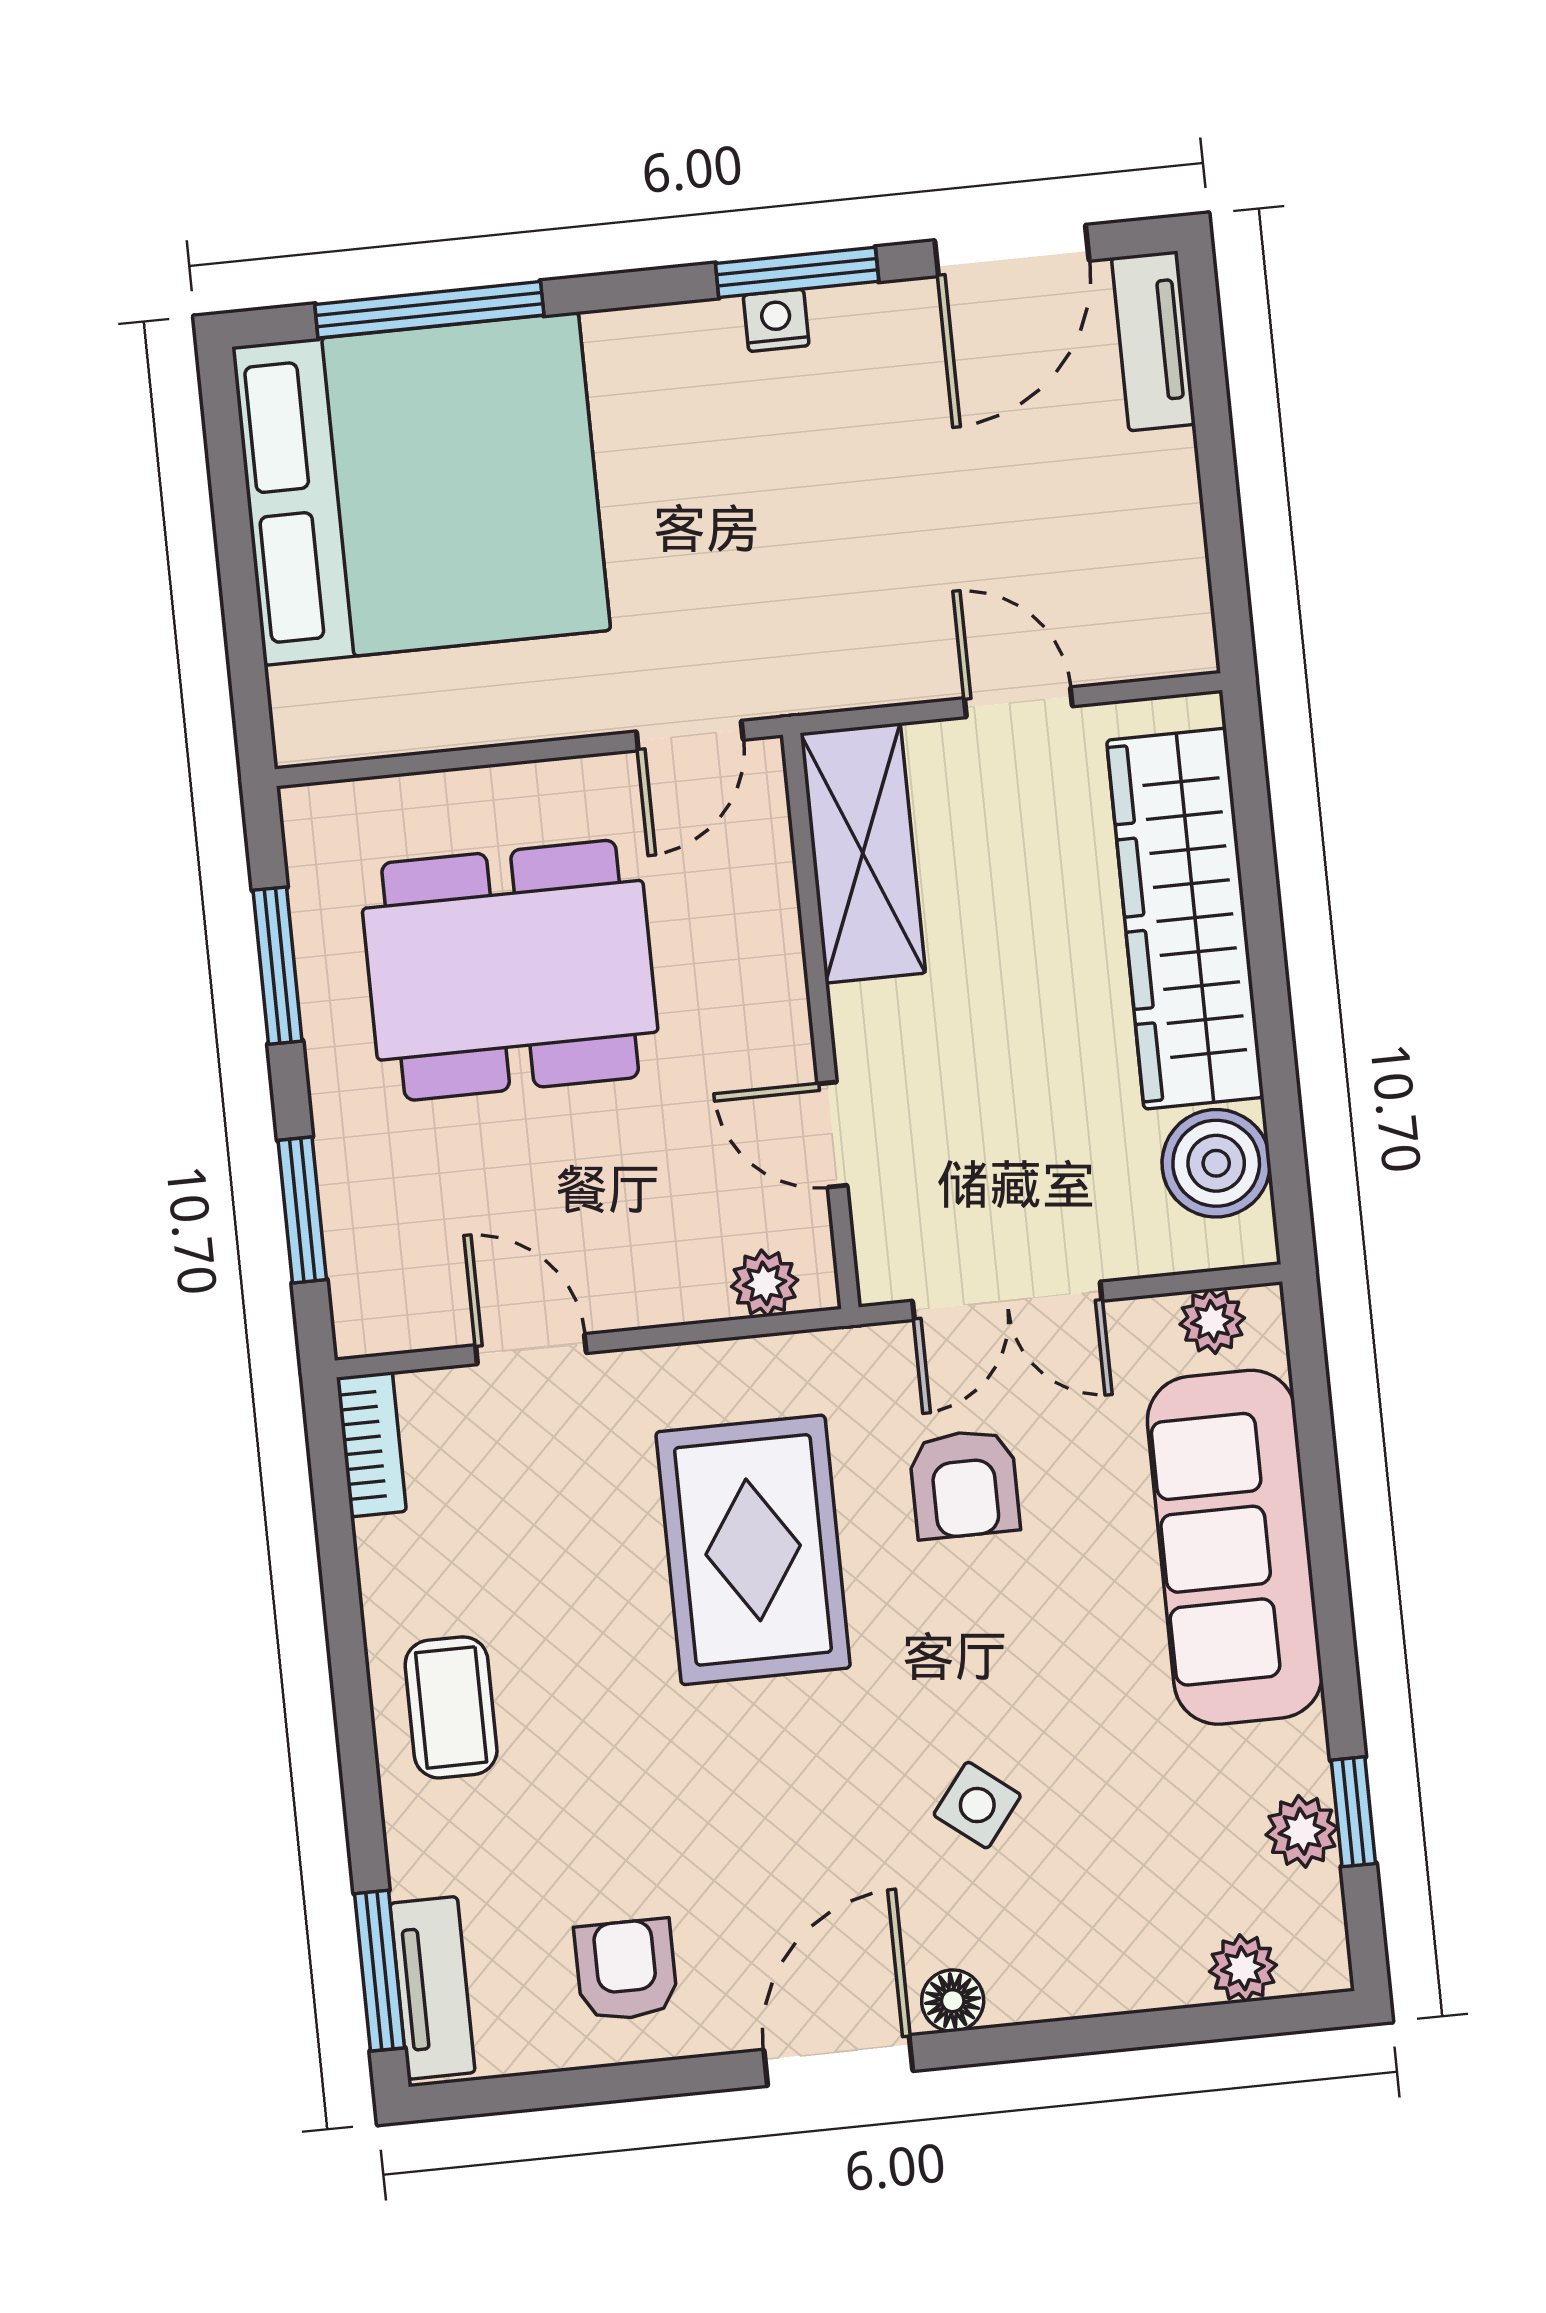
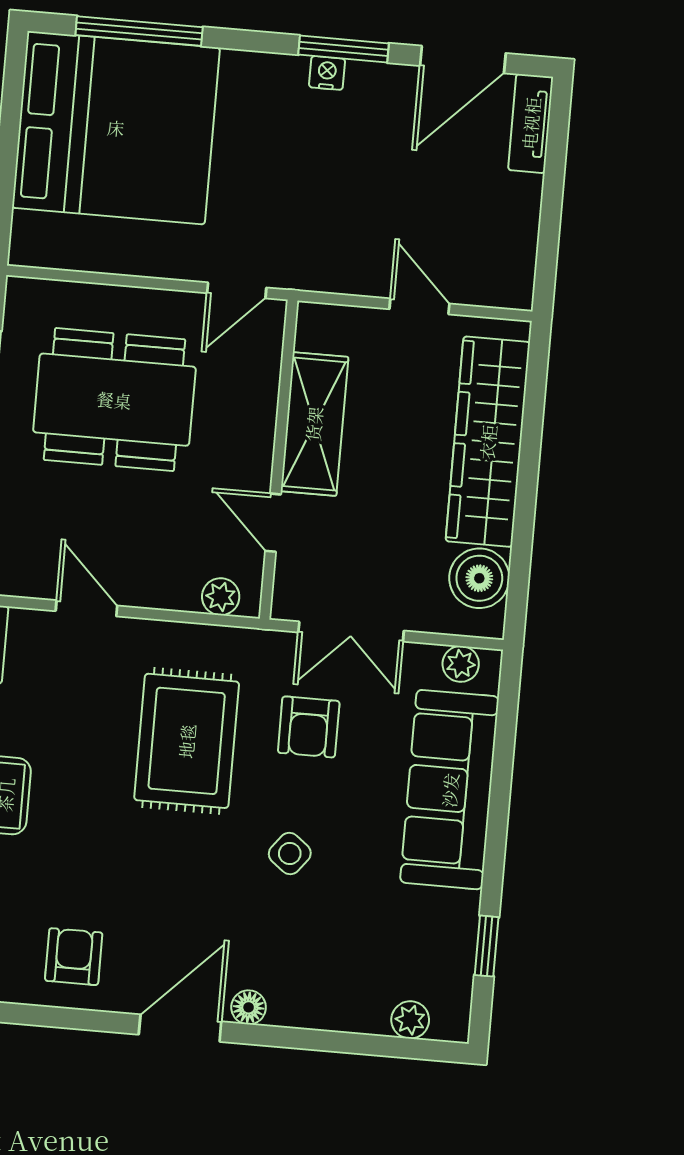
shelving: (863, 853) -> (314, 424), moved
side table: (977, 1805) -> (290, 854), moved
plant: (1302, 1831) -> (457, 951), removed

